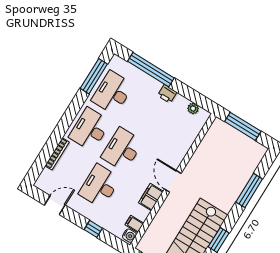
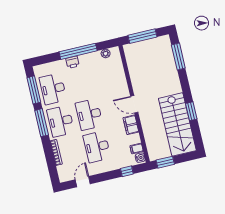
window: (151, 70) -> (78, 51), moved
printer: (167, 94) -> (73, 62), moved
window: (71, 113) -> (42, 123), added
window: (249, 191) -> (178, 57), moved
window: (93, 229) -> (127, 171), moved

